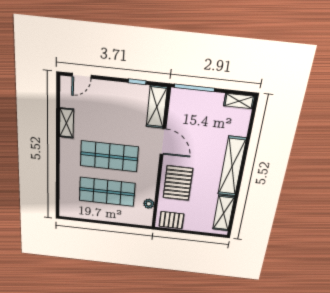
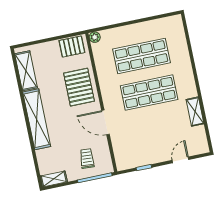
door: (82, 76) -> (180, 160), moved
shelving: (157, 107) -> (121, 152), removed
trolley: (195, 111) -> (87, 159), added
plant: (149, 204) -> (95, 37), moved

